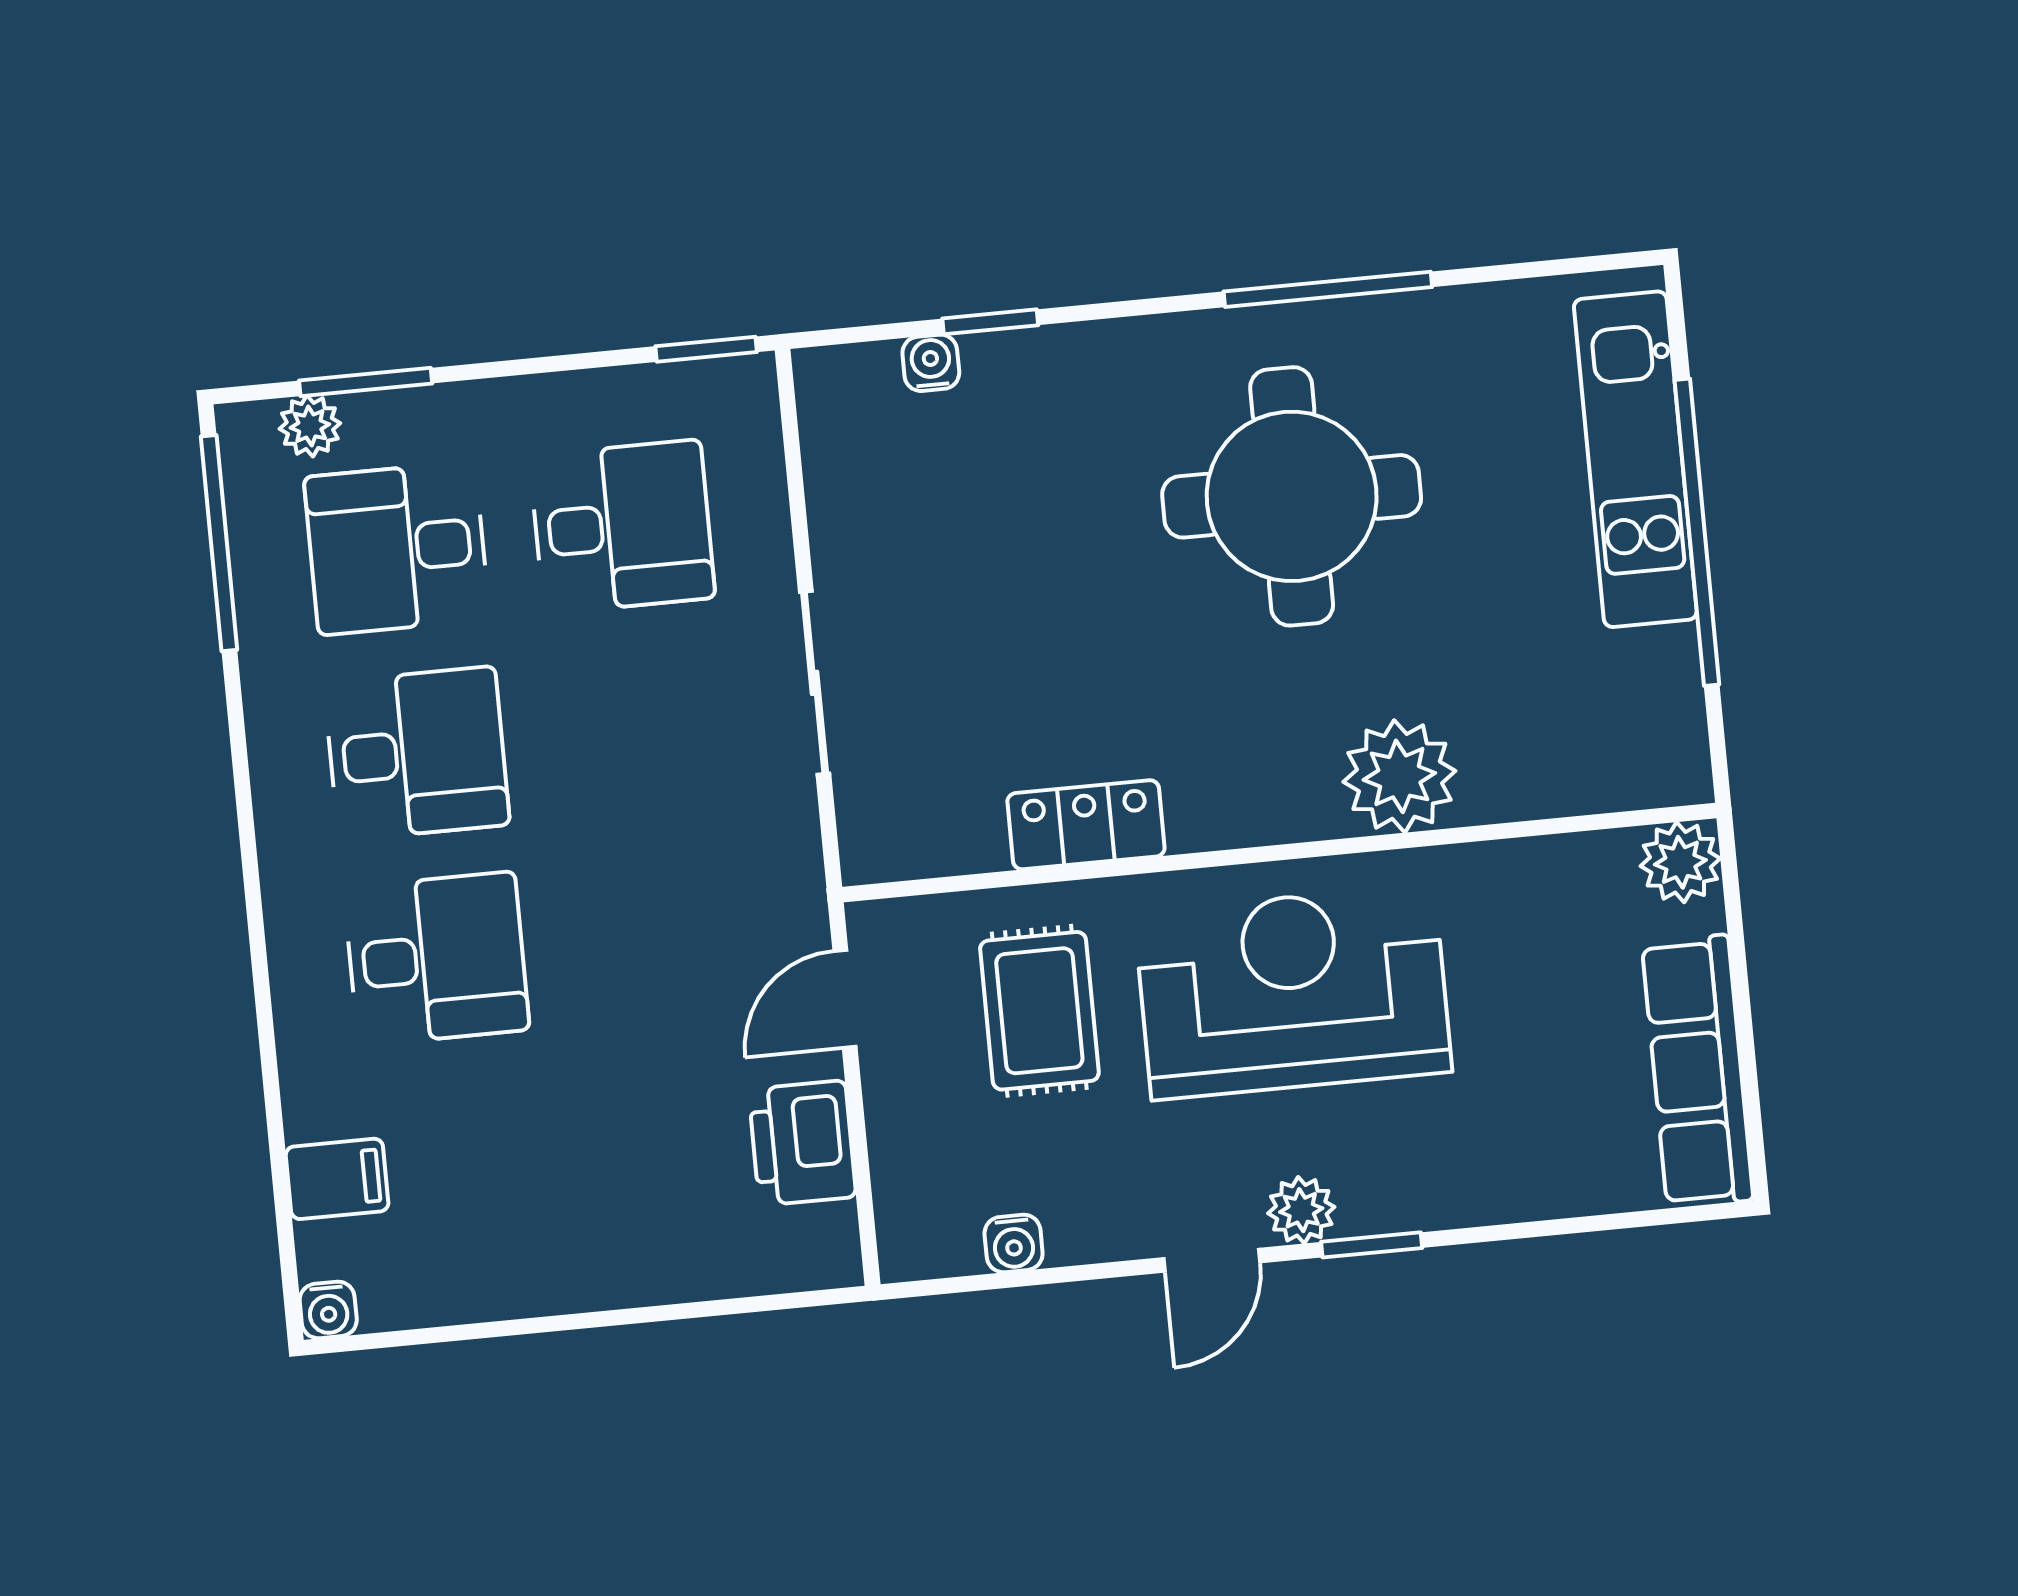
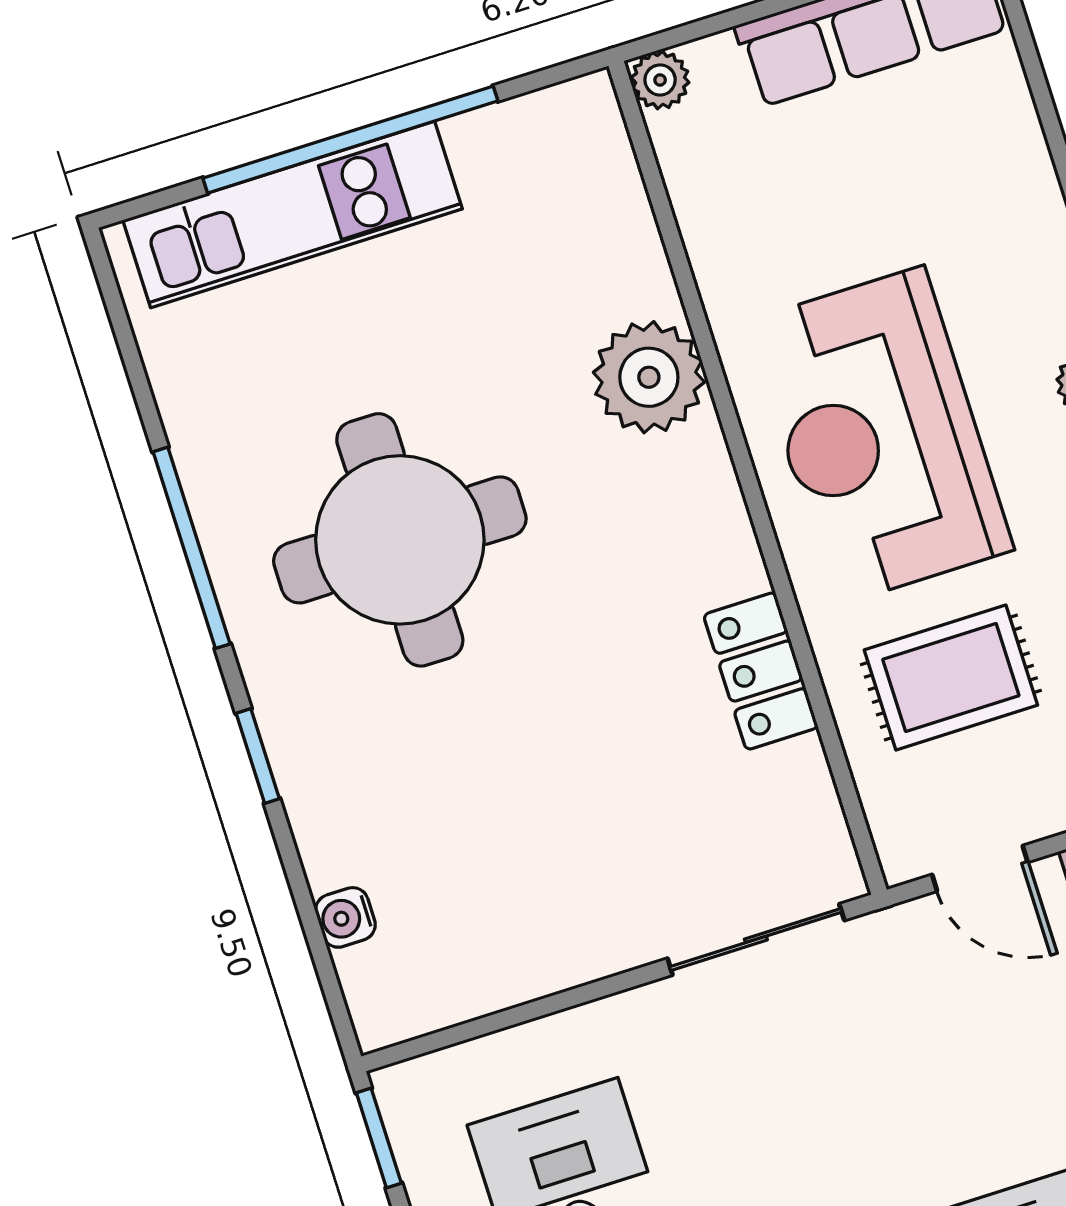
window: (990, 322) -> (258, 756), moved
sliding door: (815, 683) -> (756, 939), moved
plant: (1680, 862) -> (660, 80), width x0.73, depth x0.73

